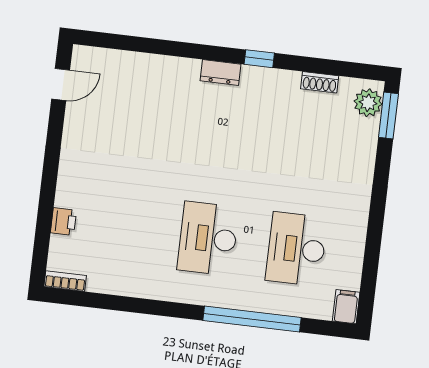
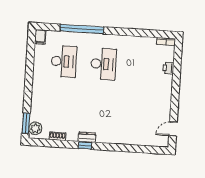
dresser: (220, 72) -> (87, 137), moved

